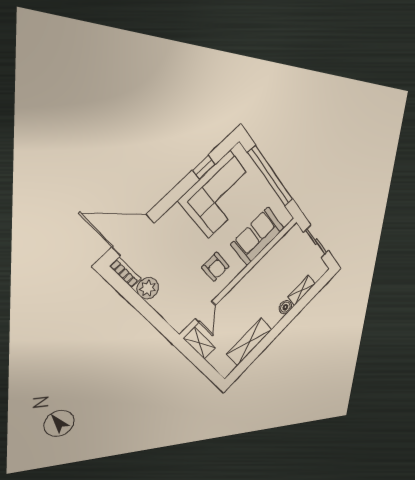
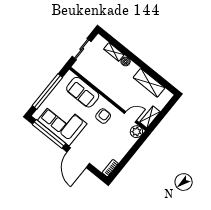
window: (204, 167) -> (49, 134), width x3.17
door: (133, 235) -> (78, 158), moved
plant: (148, 288) -> (136, 132), moved

